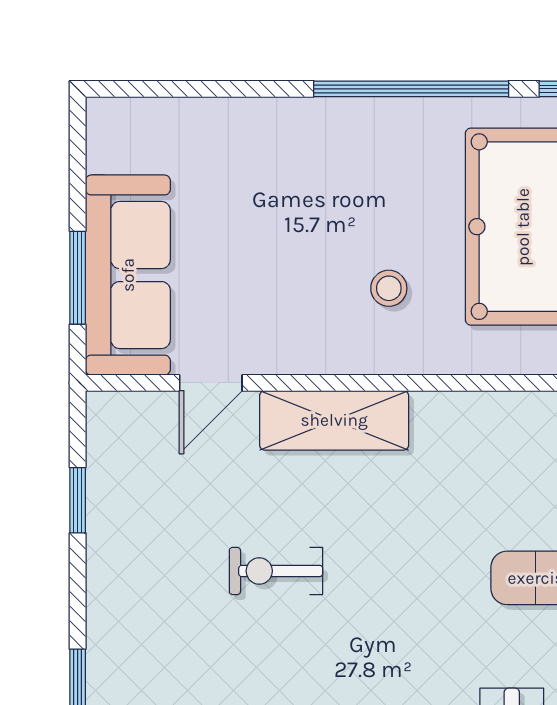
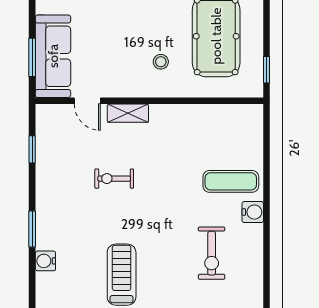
door: (211, 383) -> (87, 101), hinge flipped
shelving: (334, 420) -> (128, 113), width x0.67, depth x0.75

